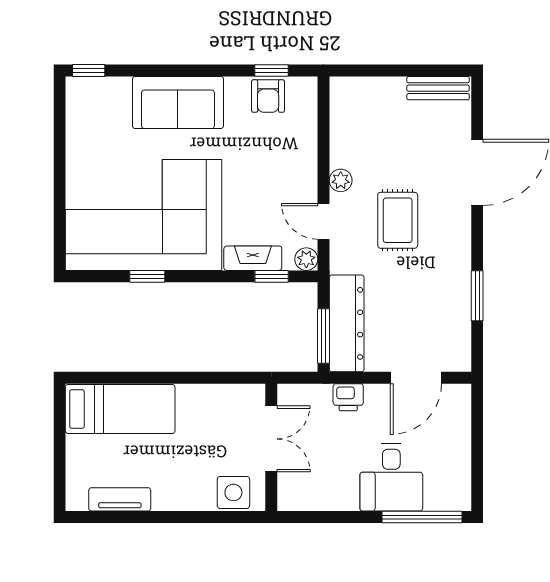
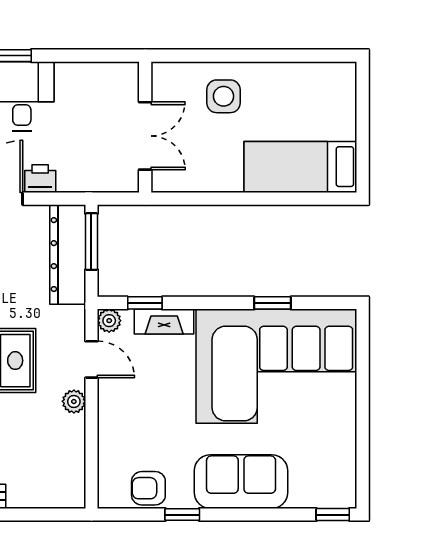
window: (272, 70) -> (182, 515), moved
armchair: (268, 96) -> (148, 488), turned -90
printer: (348, 397) -> (40, 179), moved
double door: (271, 439) -> (145, 136), swing flipped
side table: (233, 492) -> (224, 96), moved
tv unit: (120, 499) -> (301, 74), removed

